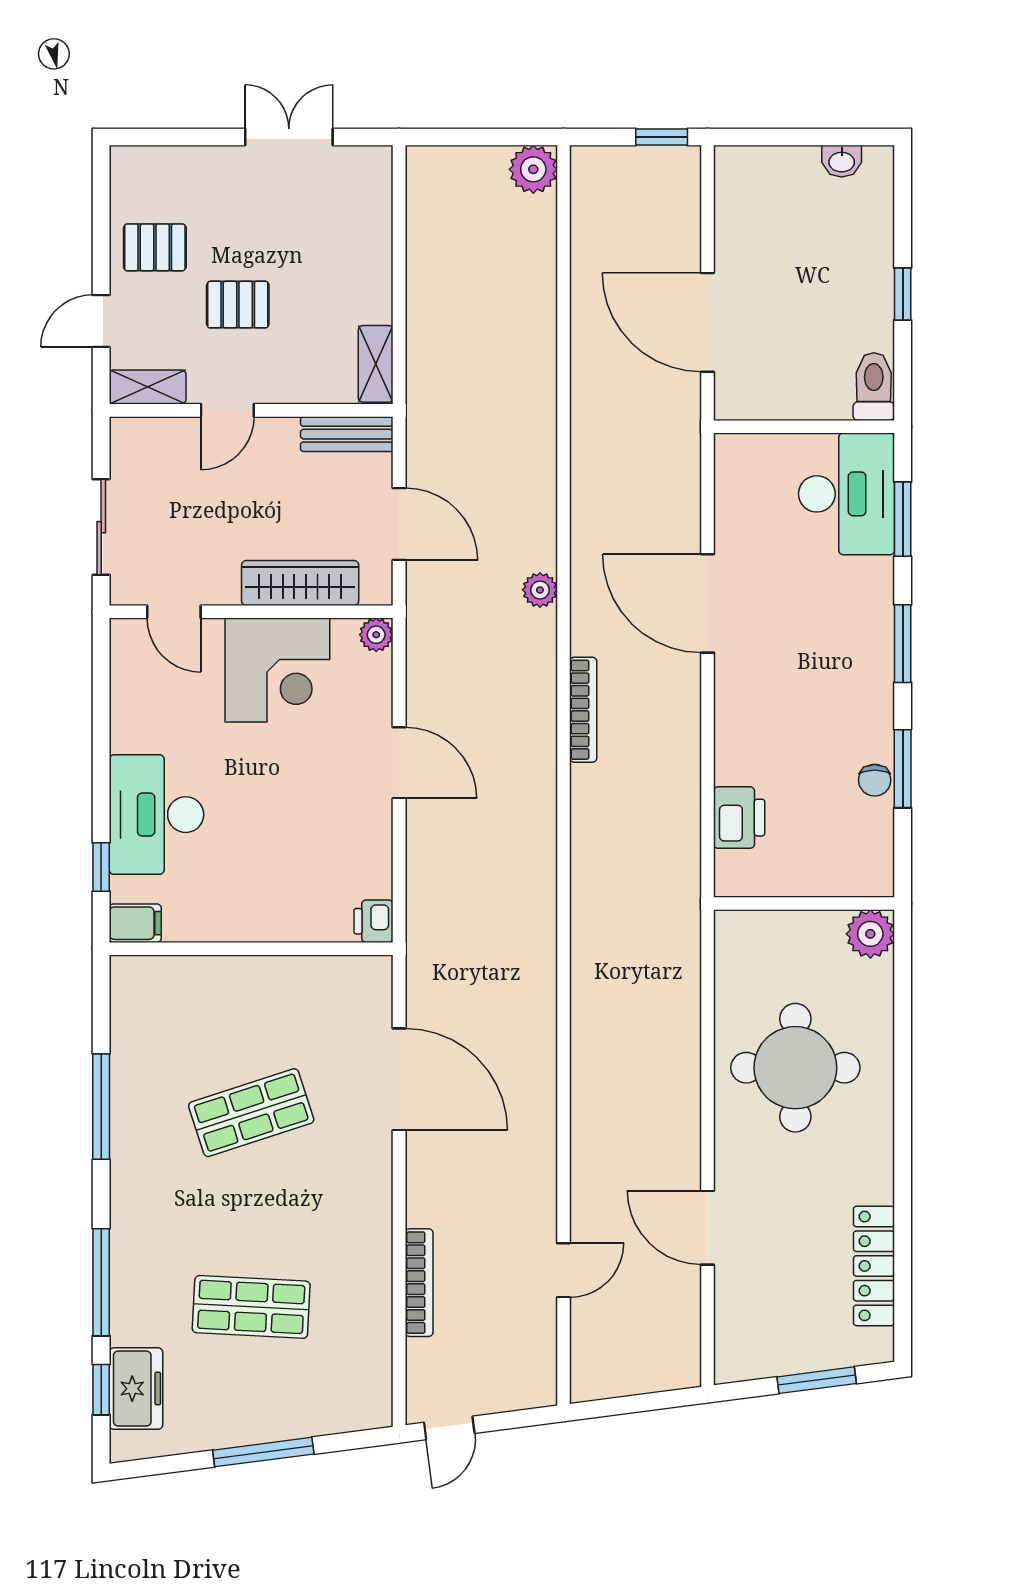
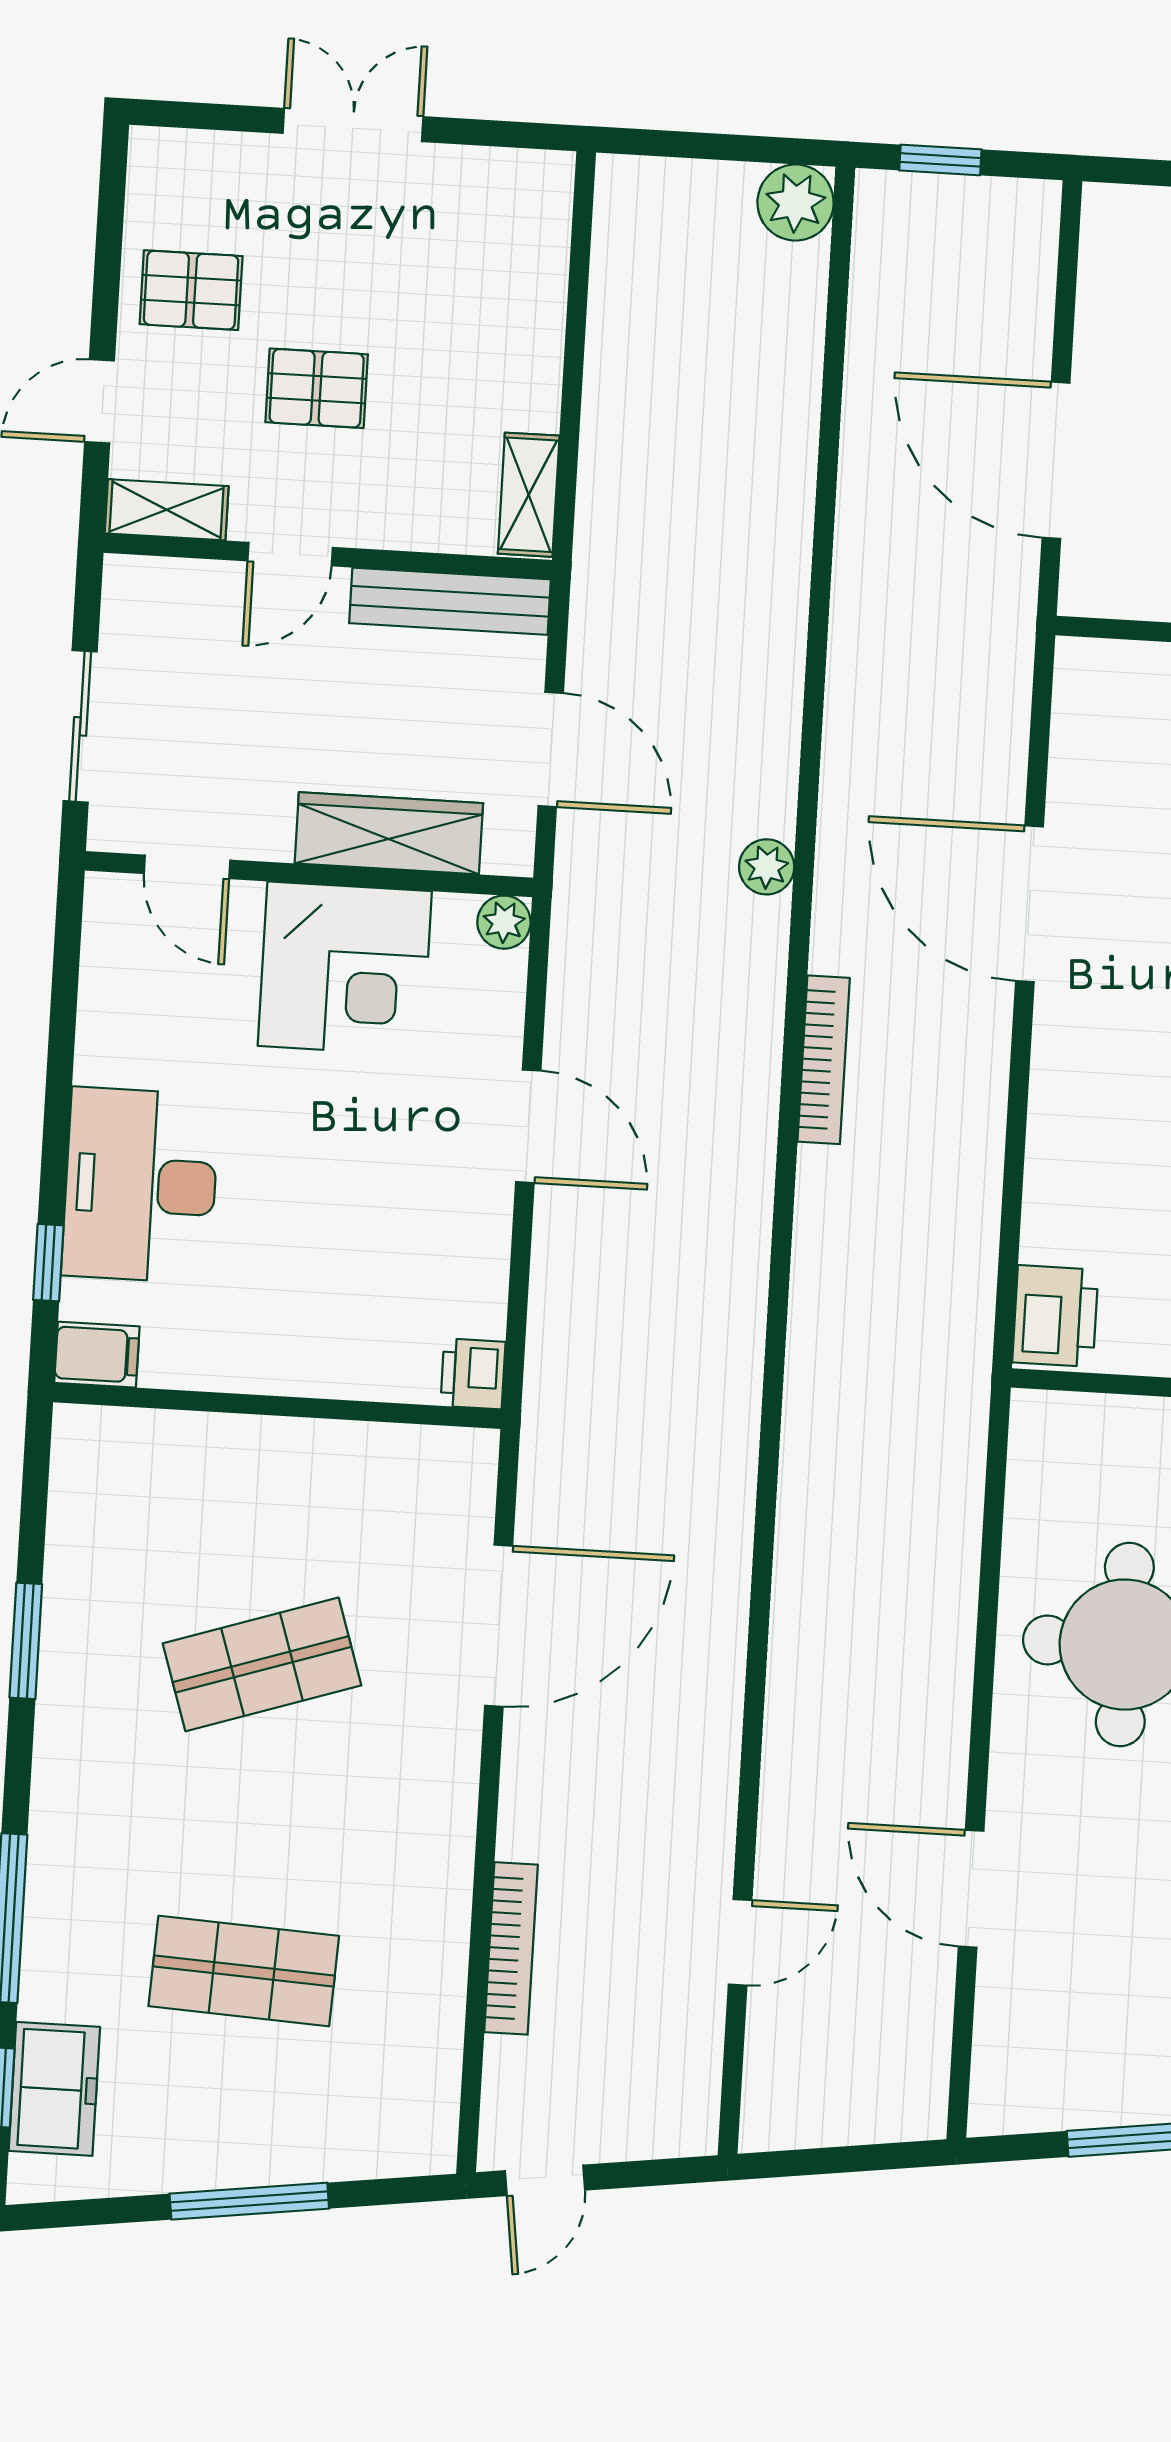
double door: (289, 137) -> (353, 125), moved
window: (662, 137) -> (940, 160), moved
bench: (347, 434) -> (450, 601), width x1.36
printer: (739, 818) -> (1055, 1316), moved
door: (399, 1079) -> (499, 1626), hinge flipped
window: (101, 1107) -> (26, 1641), width x0.69

